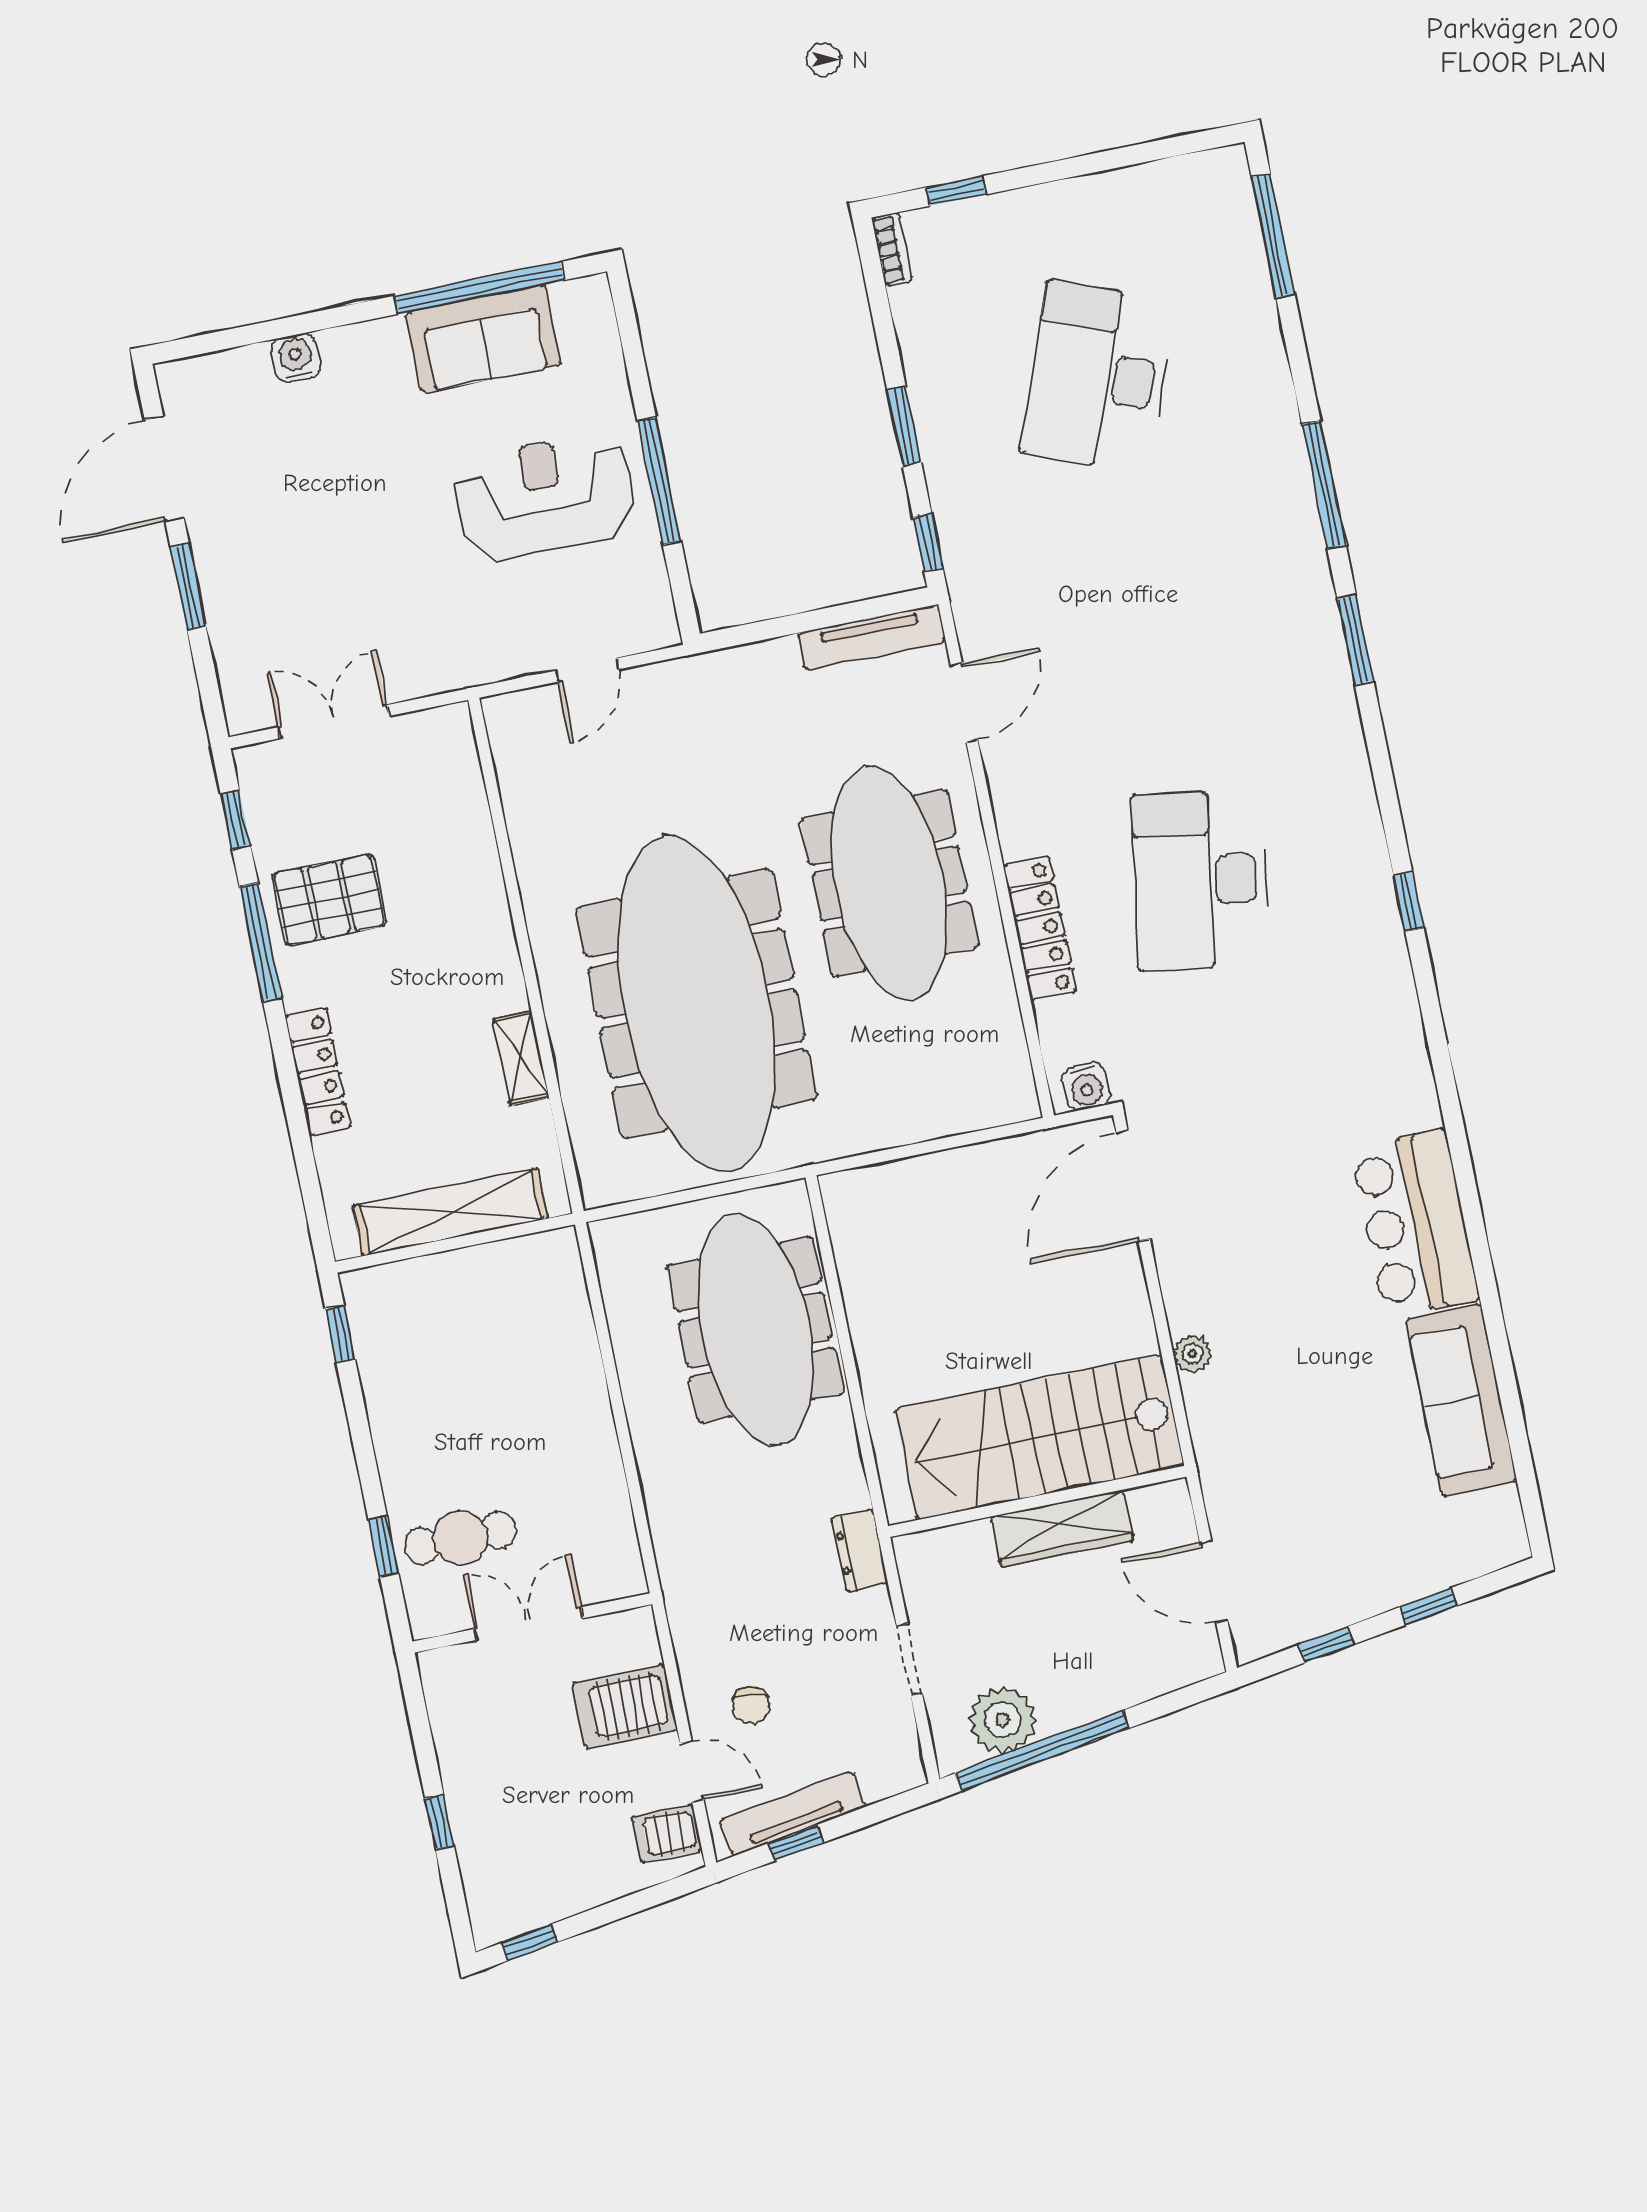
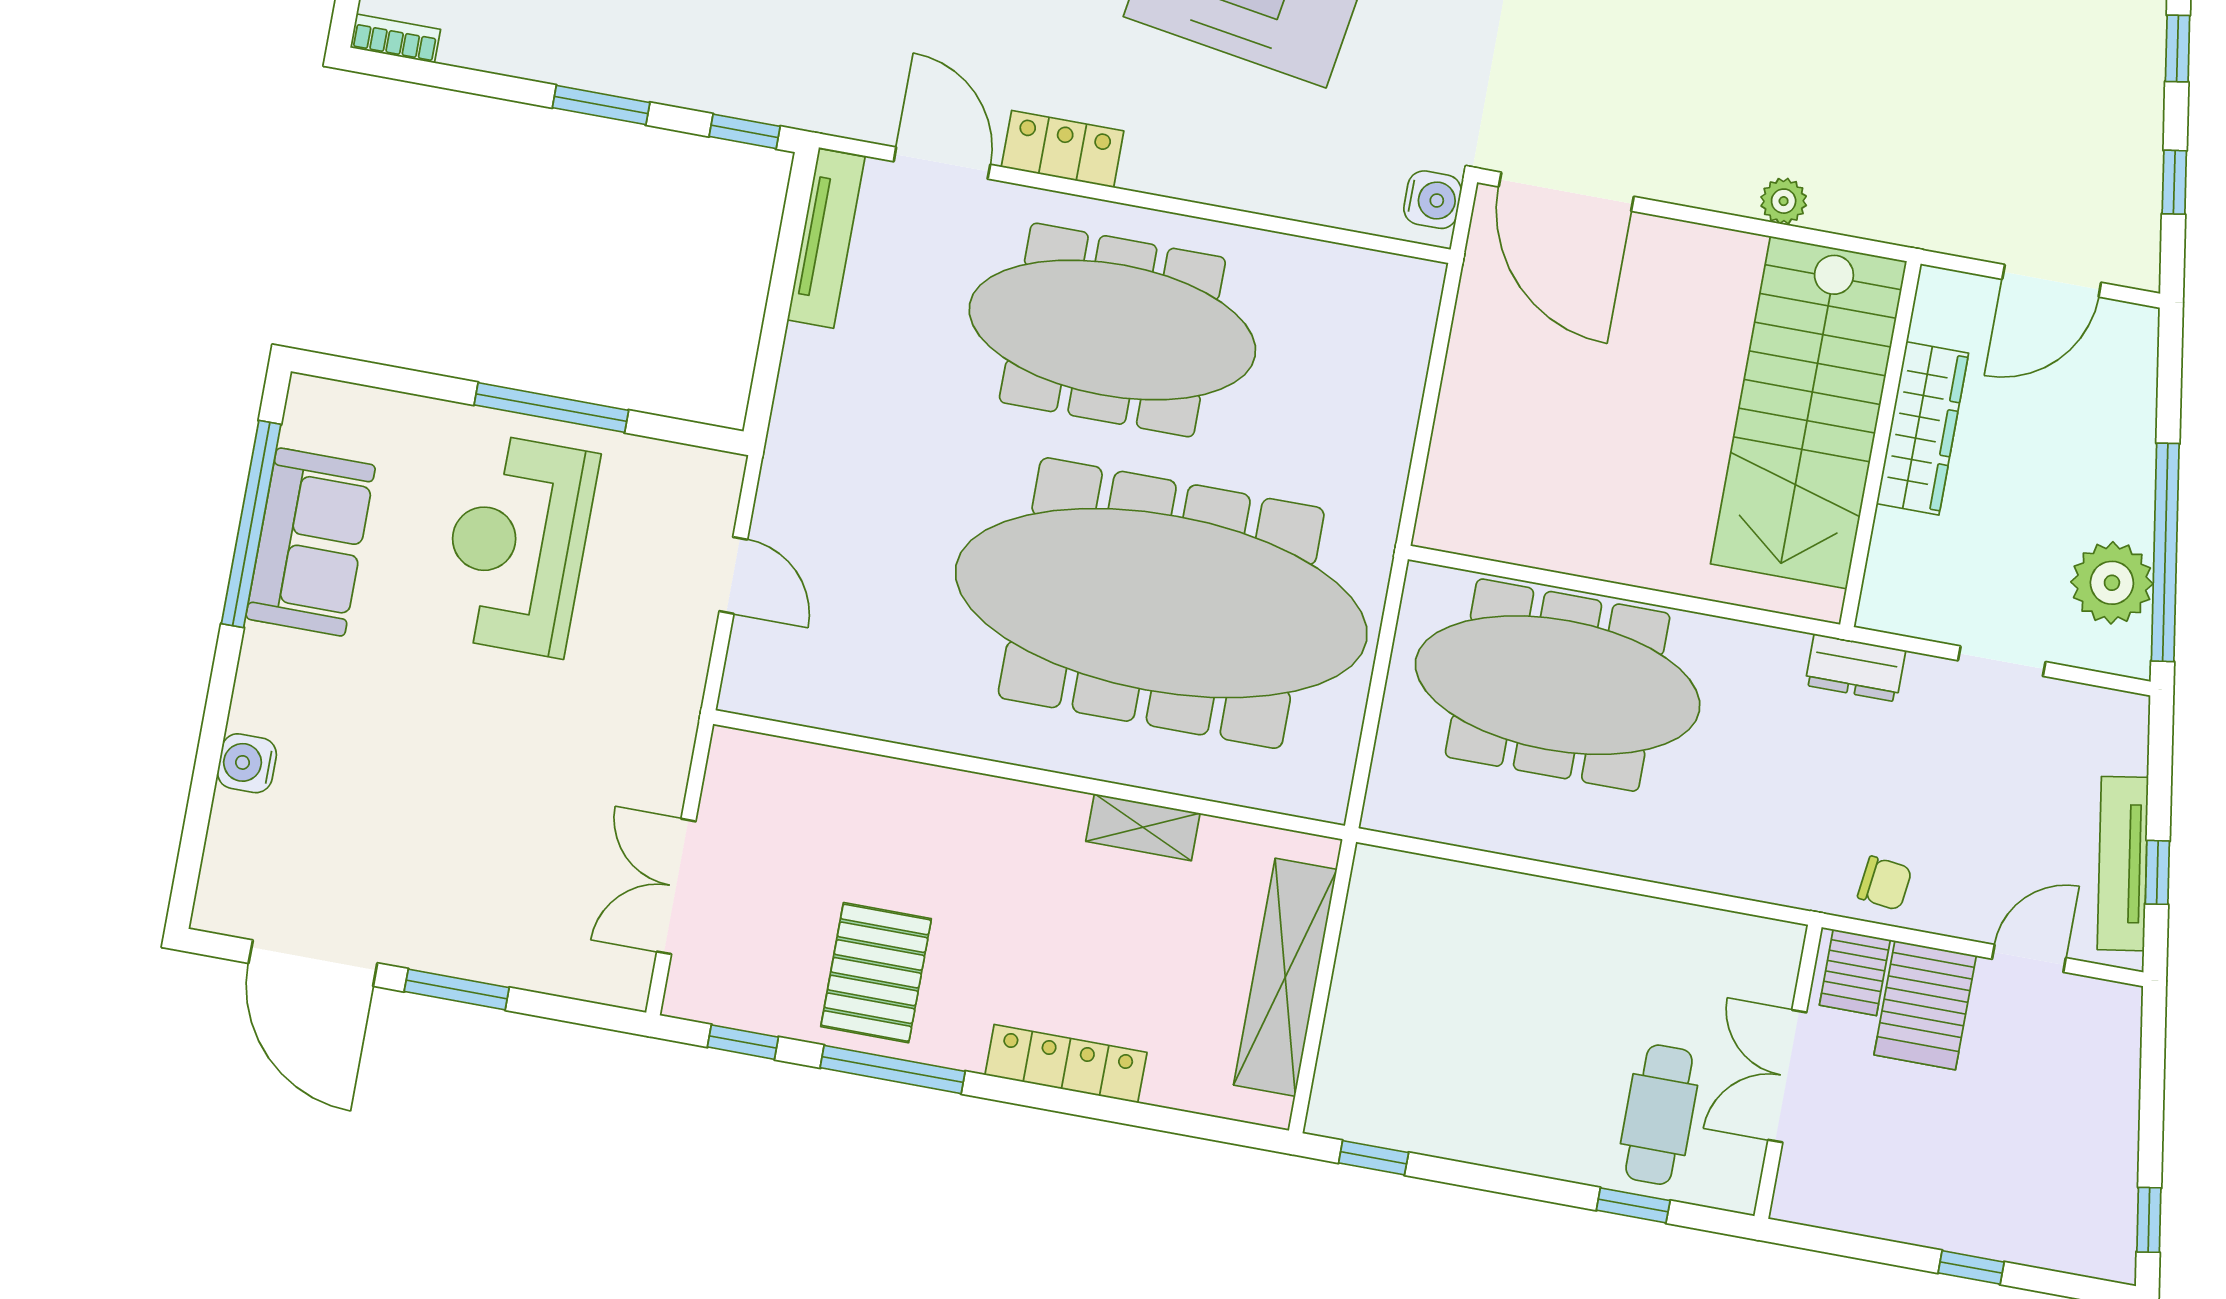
locker: (1040, 928) -> (1063, 149), moved, width x0.66
chair: (751, 1706) -> (1885, 883), moved
server rack: (667, 1834) -> (1855, 973), moved

